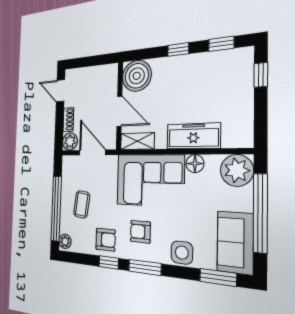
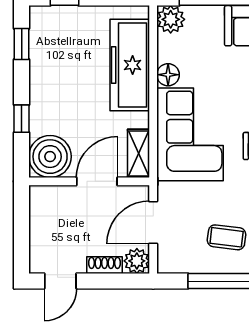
window: (178, 50) -> (22, 119), moved
freezer: (193, 136) -> (130, 65), width x1.36, depth x1.26
plant: (237, 170) -> (171, 19), width x0.73, depth x0.73

